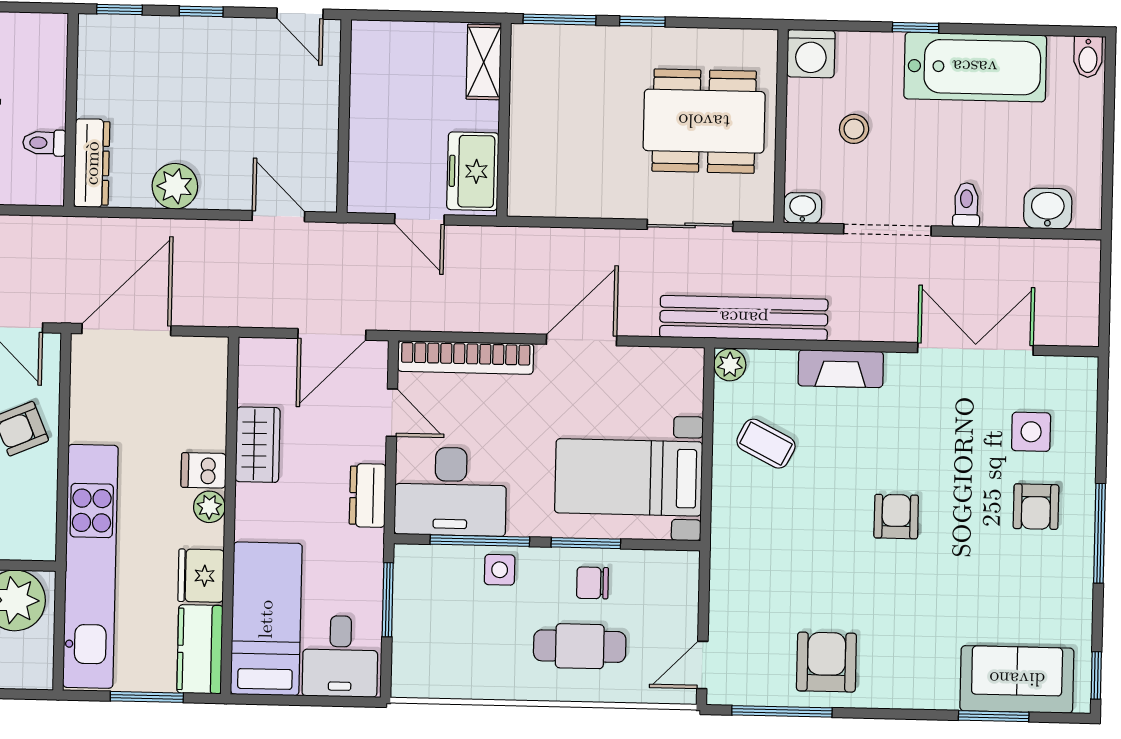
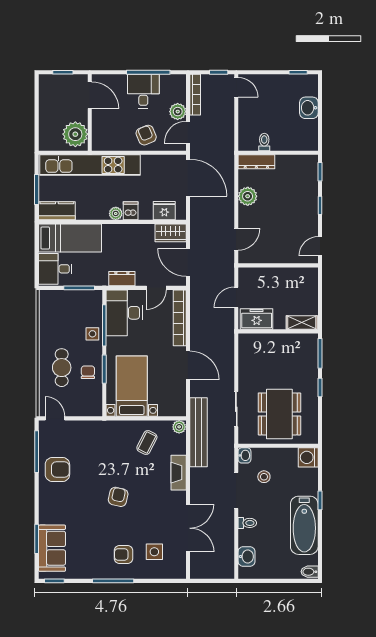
stool: (854, 129) -> (264, 477), moved
wardrobe: (258, 445) -> (171, 233), moved
armchair: (896, 517) -> (118, 497), turned -77
fridge: (201, 576) -> (164, 211), moved

